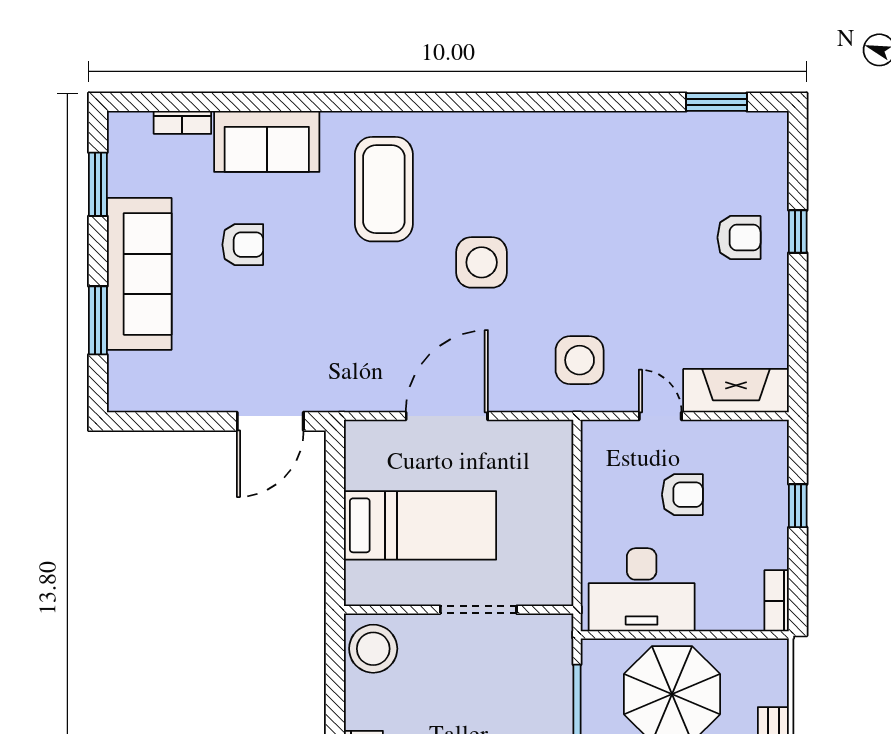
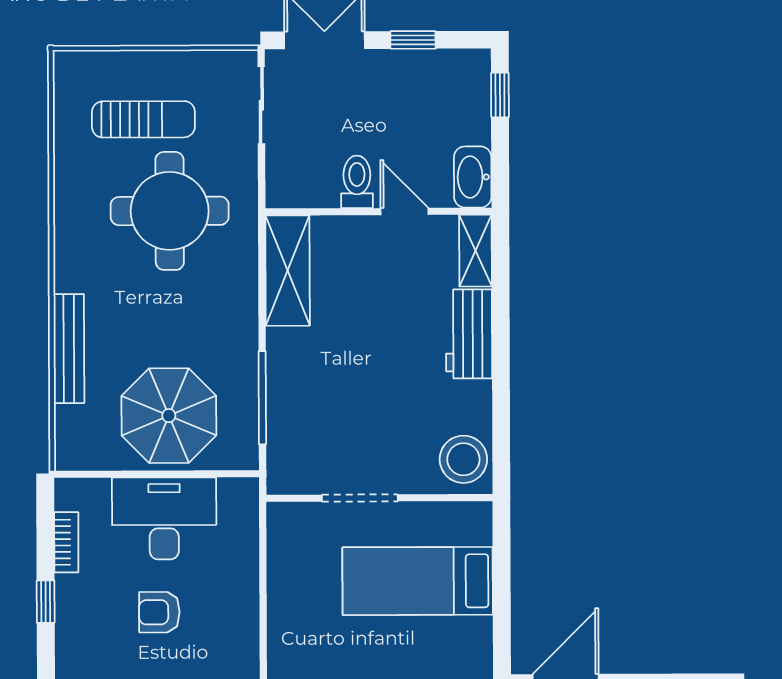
desk: (642, 590) -> (164, 518), moved
bookcase: (777, 601) -> (66, 542), moved

